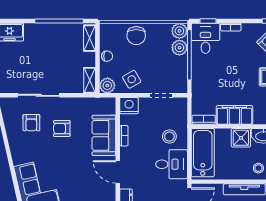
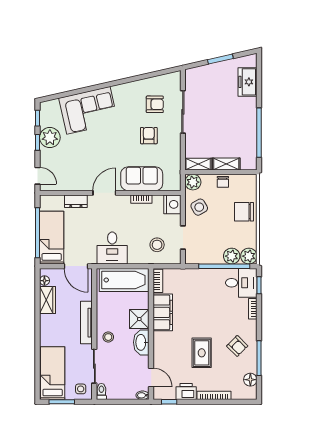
shelving: (89, 38) -> (226, 164), moved
armchair: (31, 123) -> (155, 104), turned 180
stool: (169, 137) -> (157, 245), moved

